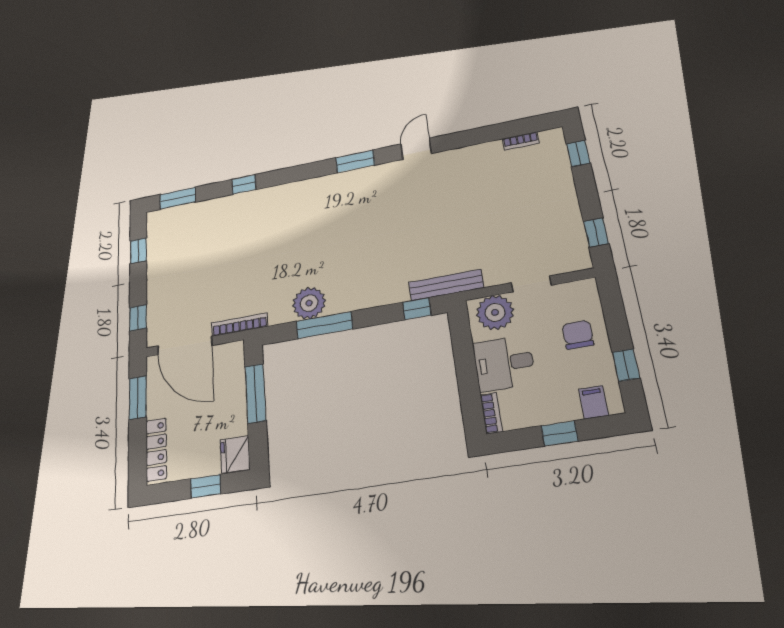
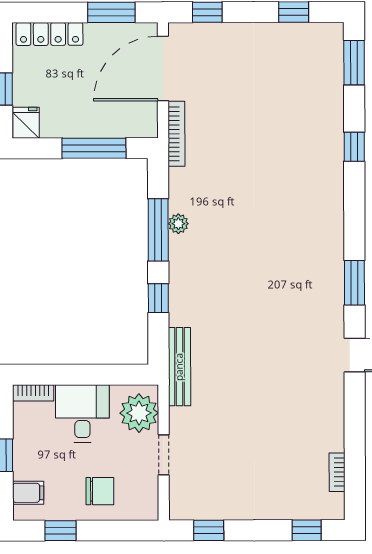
plant: (309, 303) -> (178, 224), width x0.53, depth x0.53
window: (417, 309) -> (158, 298), moved
fridge: (235, 454) -> (26, 123), width x0.72

